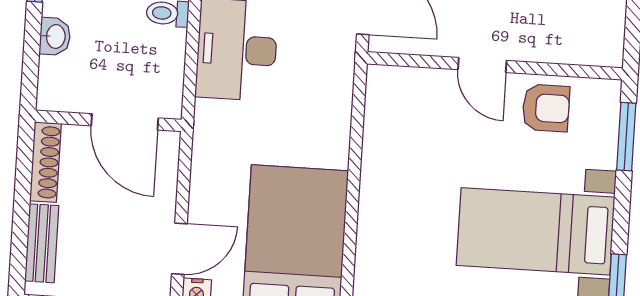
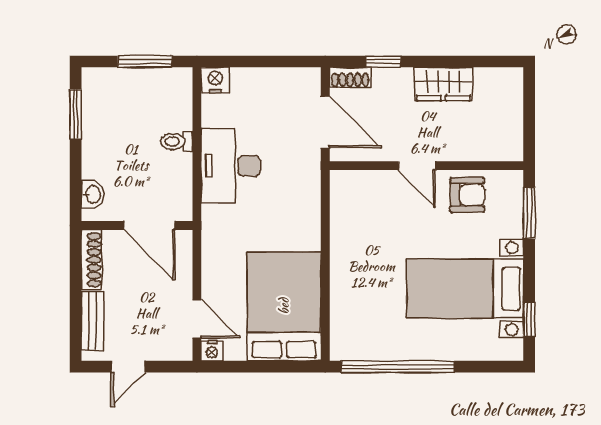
washbasin: (55, 36) -> (93, 194), moved
door: (179, 249) -> (197, 319), hinge flipped

